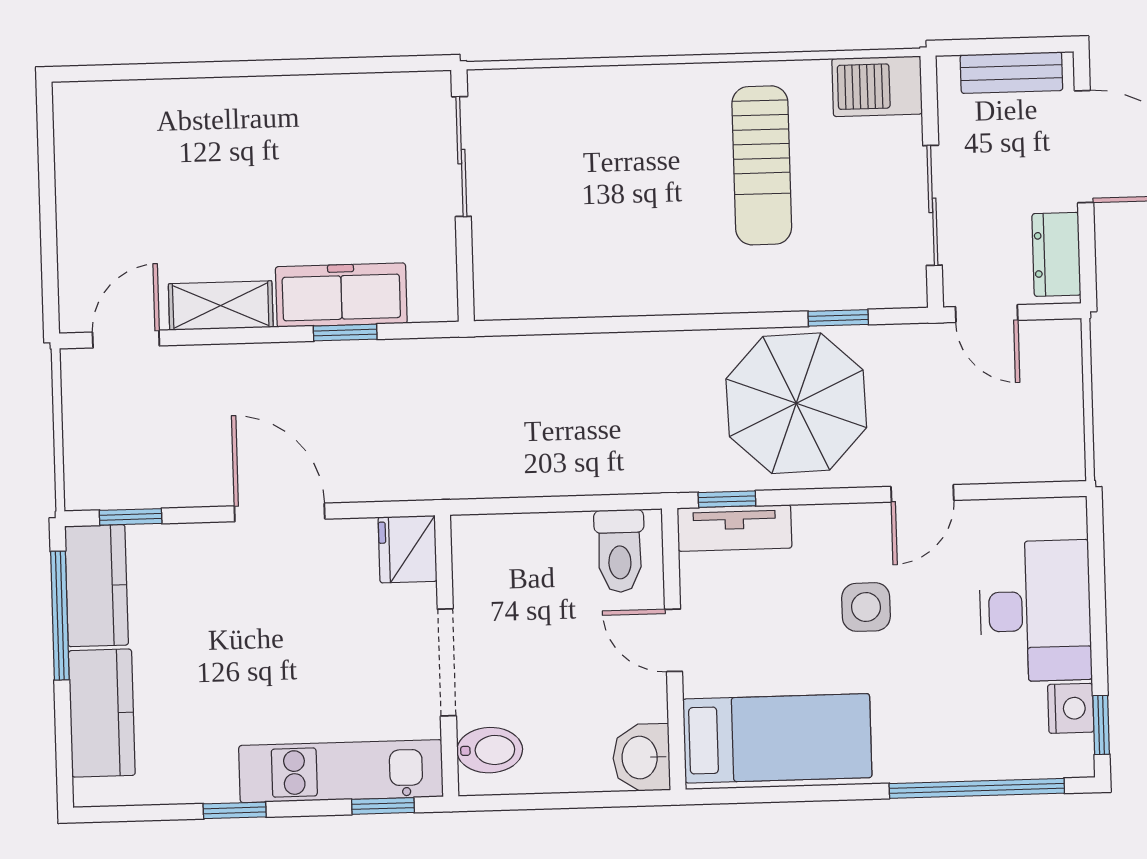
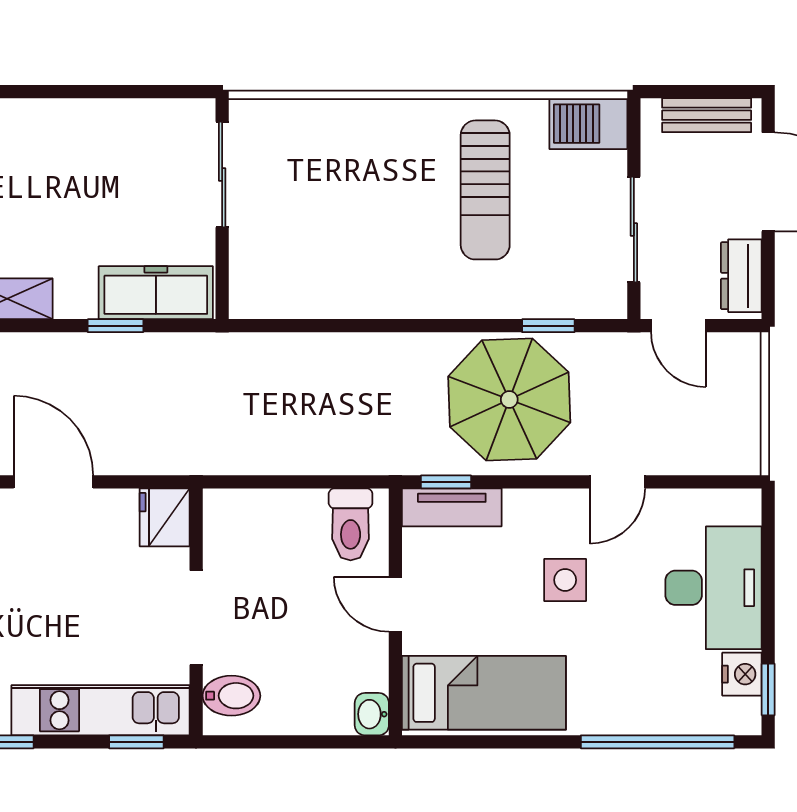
freezer: (341, 295) -> (156, 293), moved
washbasin: (641, 757) -> (372, 714), width x0.72, depth x0.69

